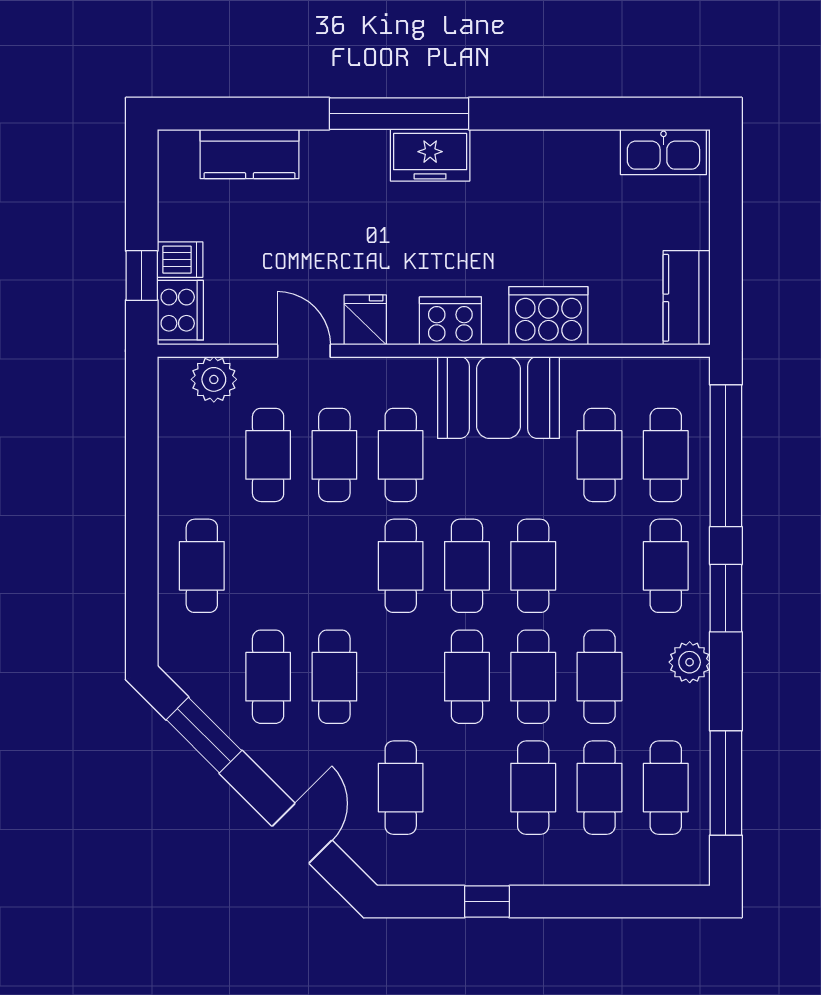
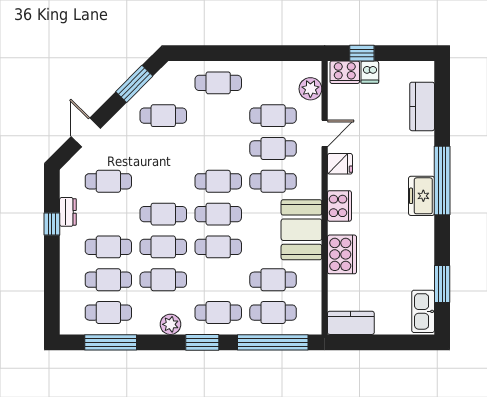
window: (608, 114) -> (442, 284), added
cafe table: (334, 677) -> (163, 148), removed
door: (302, 833) -> (86, 132), swing flipped
dresser: (462, 869) -> (68, 212), added

